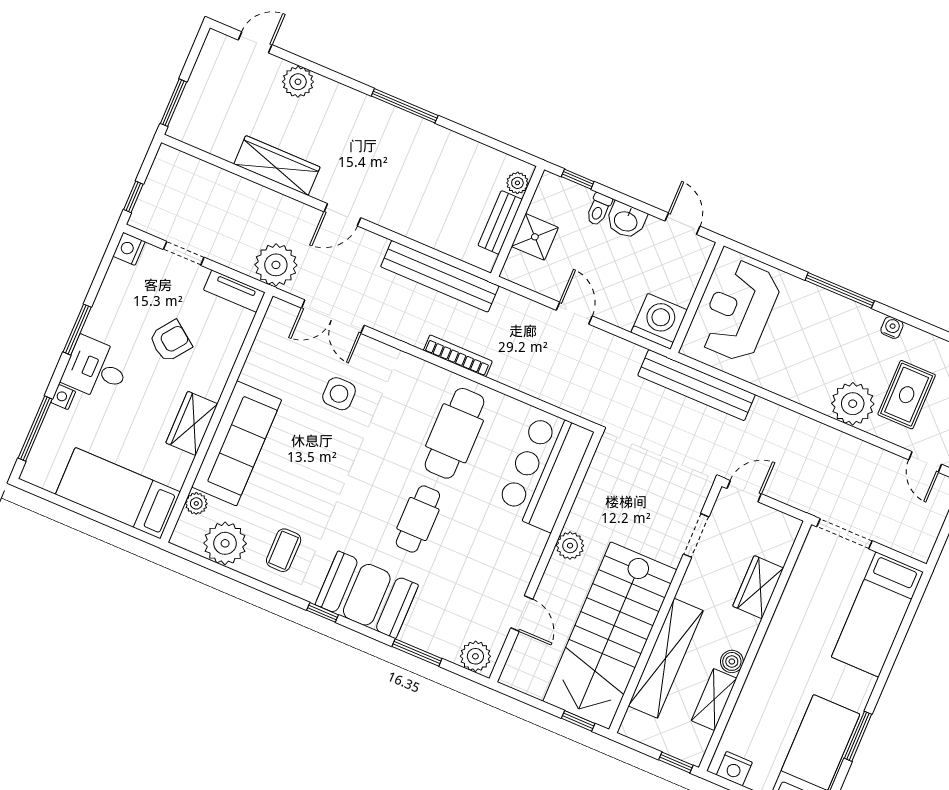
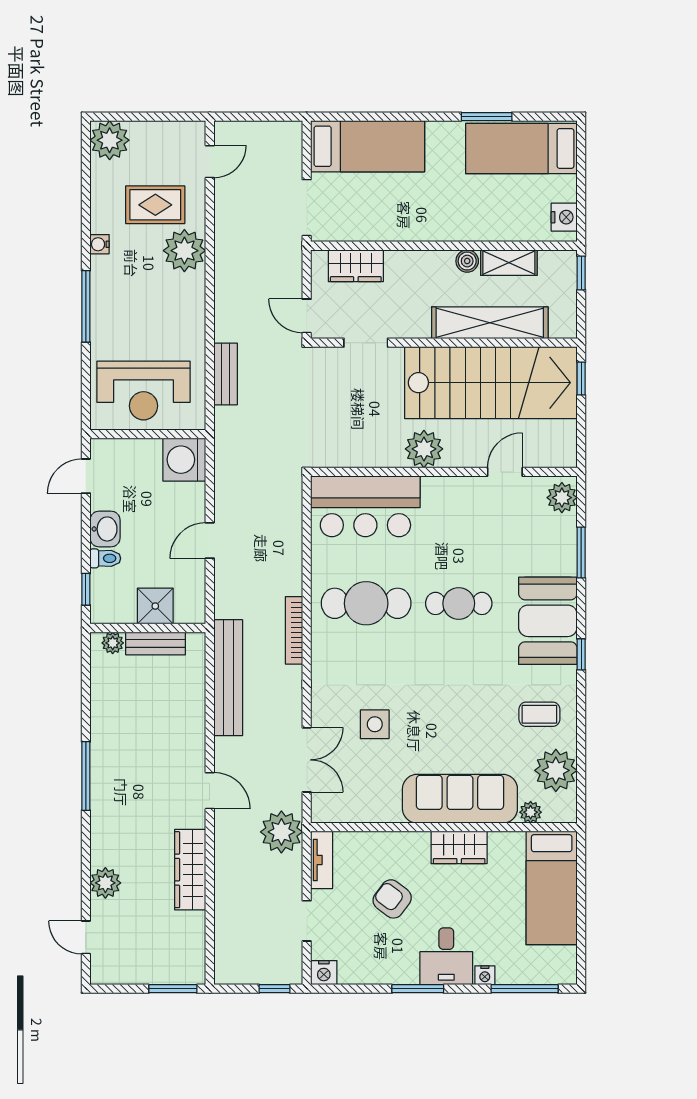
bench: (697, 385) -> (226, 374), width x0.54, depth x0.82
plant: (570, 546) -> (424, 449), width x1.36, depth x1.36
wardrobe: (758, 587) -> (356, 266), moved

